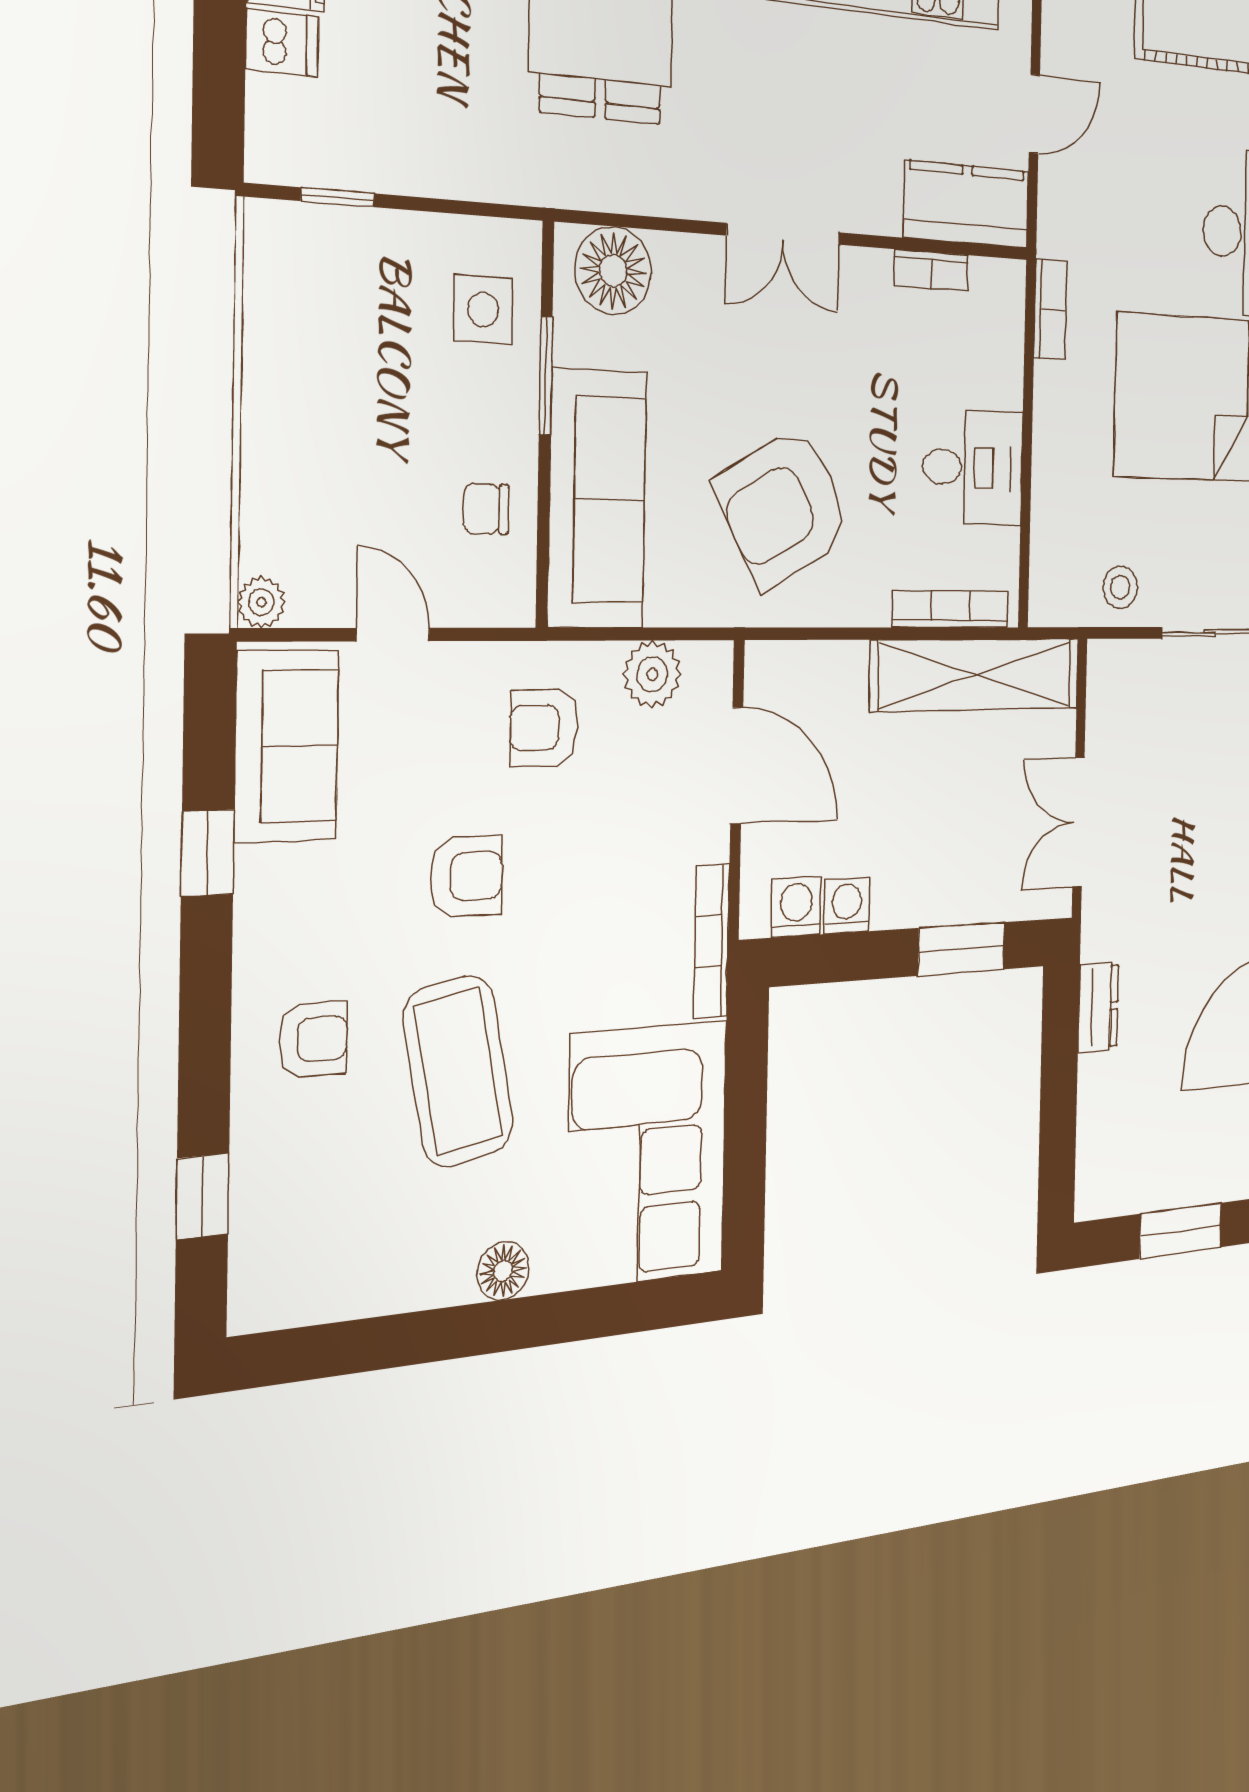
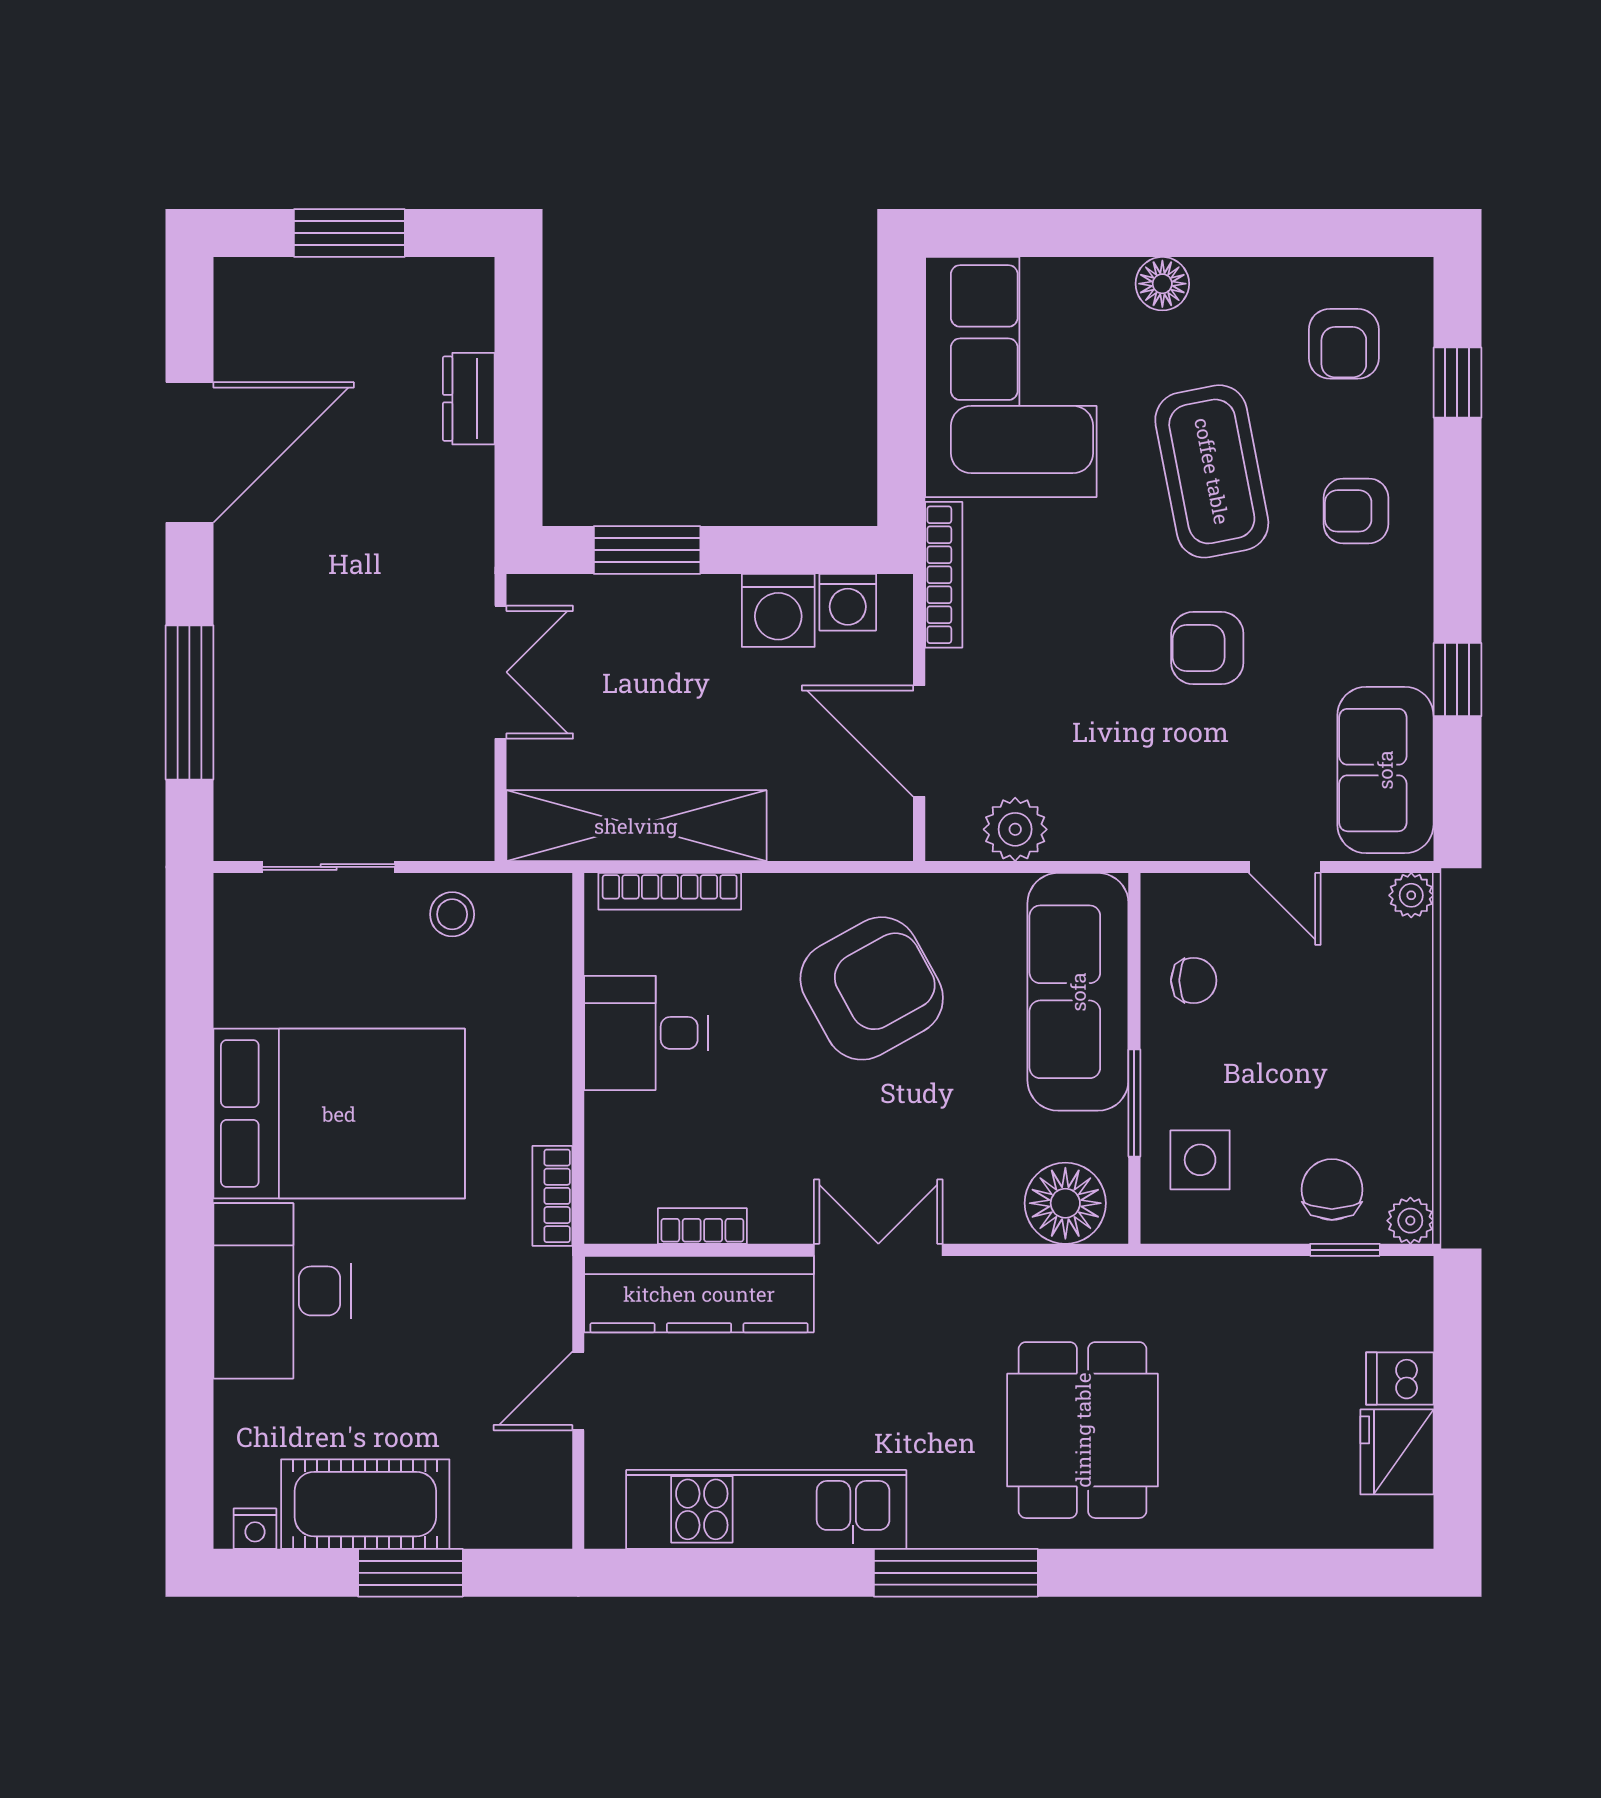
kitchen counter: (967, 204) -> (699, 1294), width x1.50
plant: (268, 225) -> (1410, 1221), added
chair: (350, 267) -> (1332, 1190), added
armchair: (544, 728) -> (1344, 344), moved, turned 90
washing machine: (847, 906) -> (778, 610), width x1.38, depth x1.38
dresser: (1098, 1007) -> (469, 399), moved

